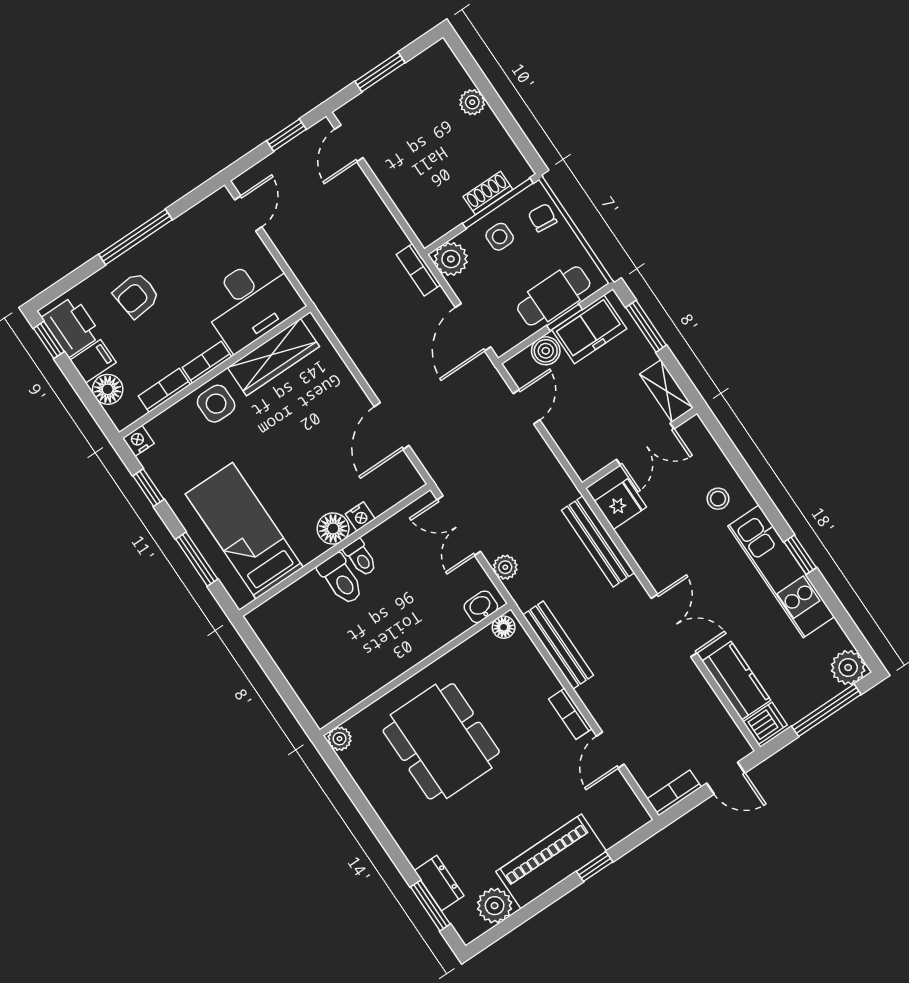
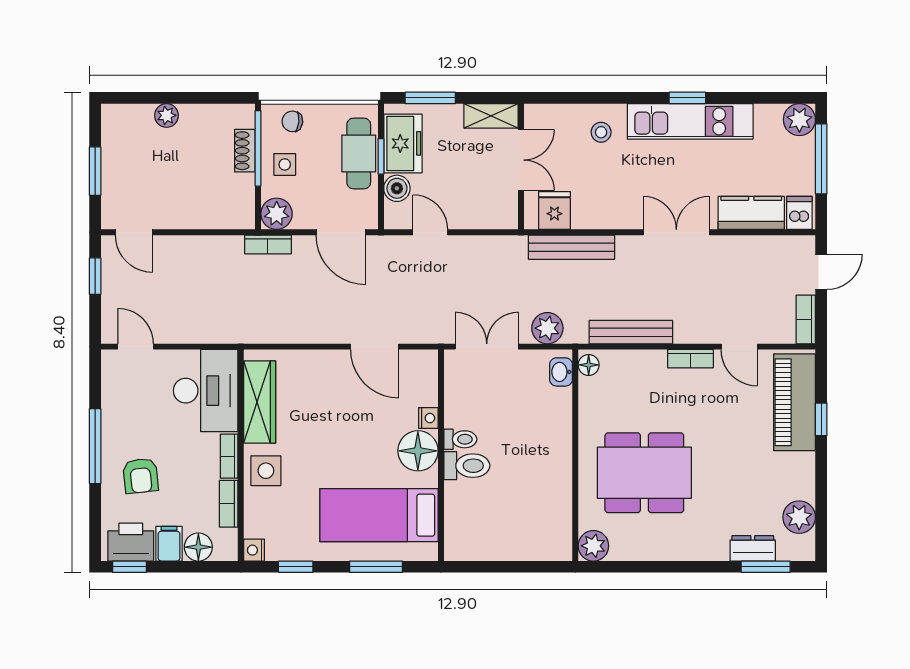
double door: (459, 526) -> (487, 347), swing flipped
floor lamp: (333, 529) -> (418, 451), width x1.38, depth x1.38
plant: (505, 567) -> (547, 328), width x1.38, depth x1.38
plant: (340, 739) -> (593, 546), width x1.38, depth x1.38
piano: (551, 861) -> (794, 402), moved

